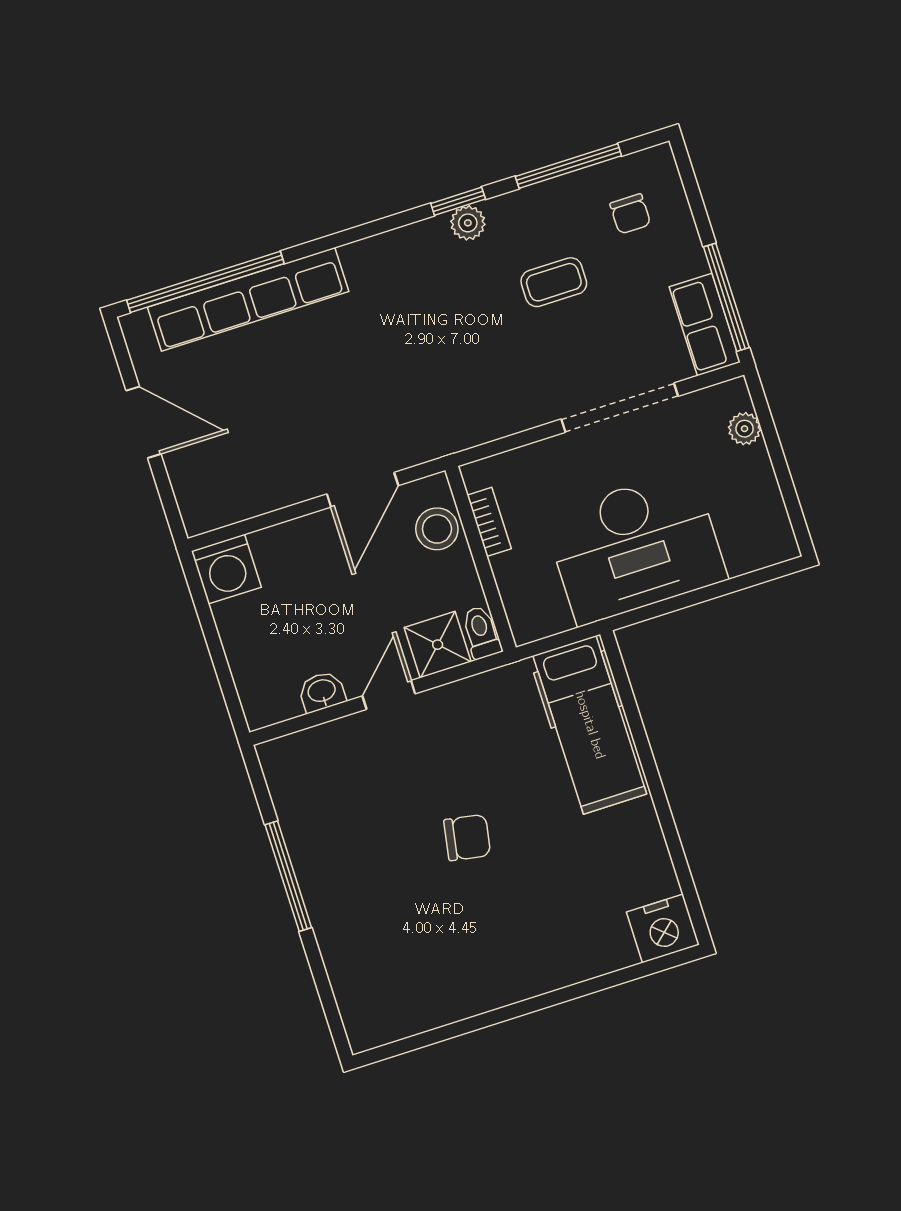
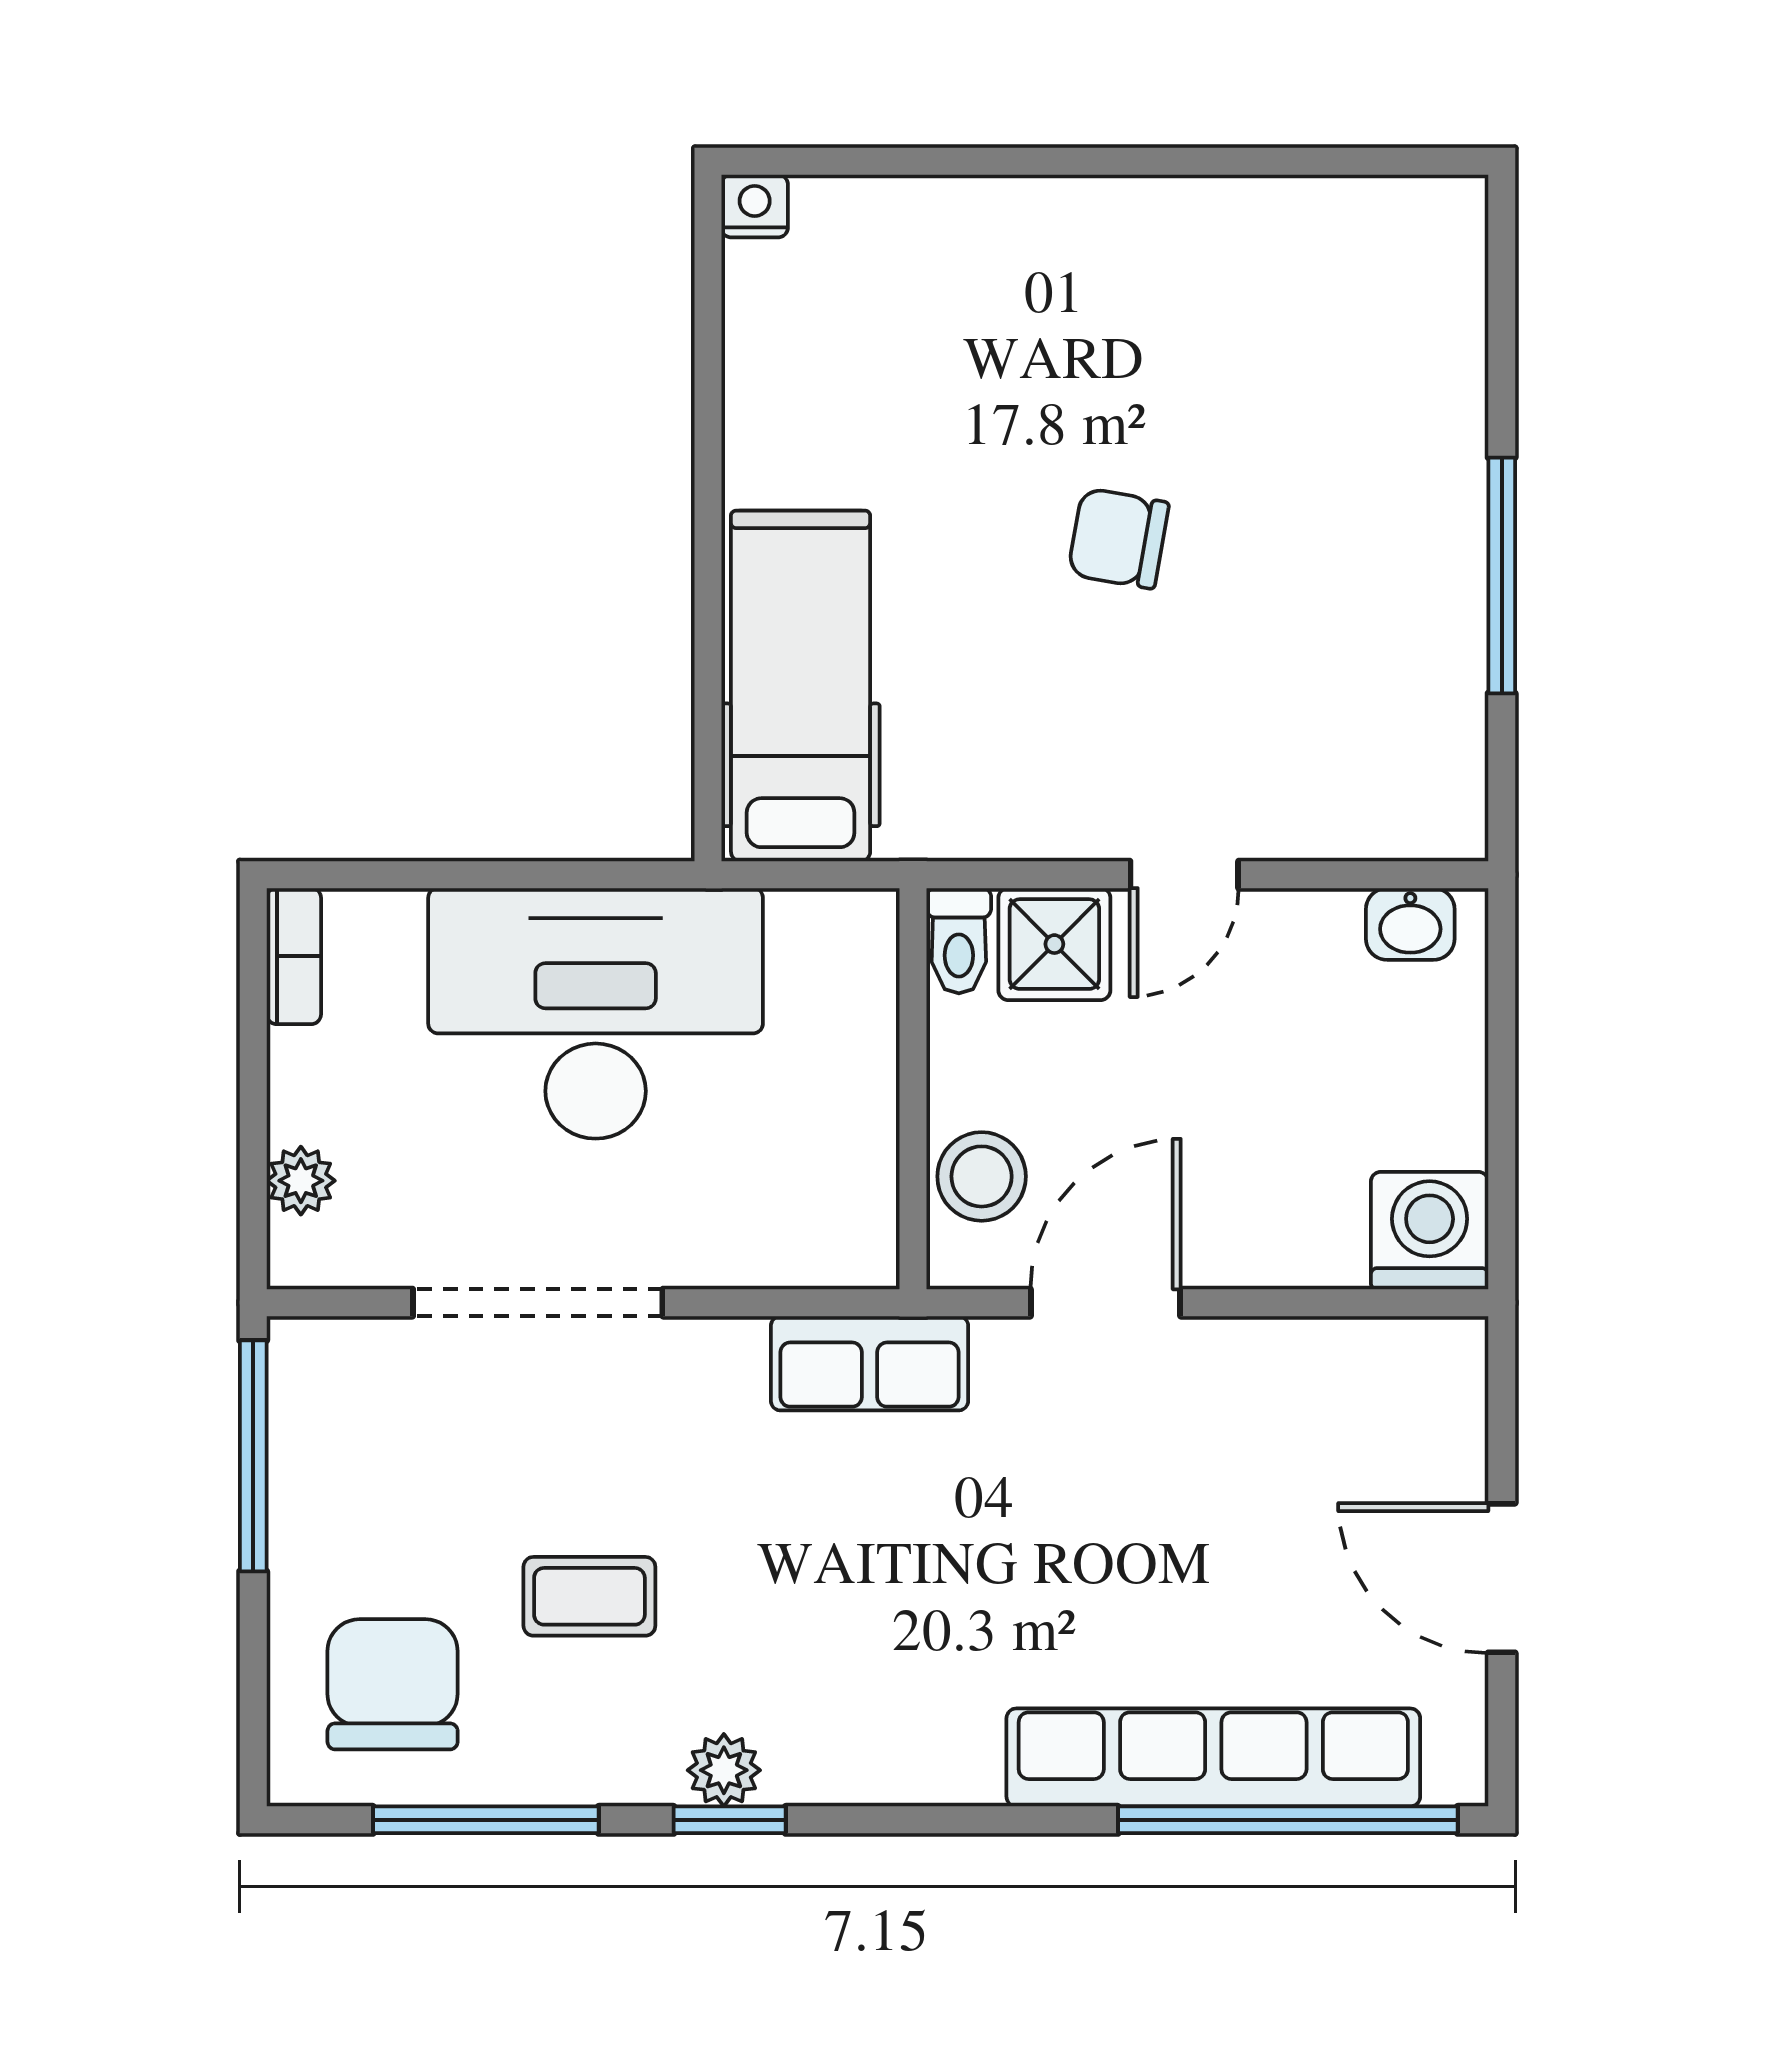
chair: (630, 214) -> (393, 1684), width x1.87, depth x1.87
row of seats: (705, 325) -> (870, 1363), moved, turned 90
bookcase: (489, 522) -> (294, 956), moved, turned 180
washbasin: (322, 692) -> (1410, 924), moved
nightstand: (663, 928) -> (755, 206), width x0.53, depth x0.56

